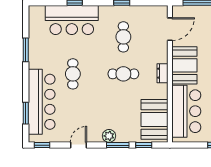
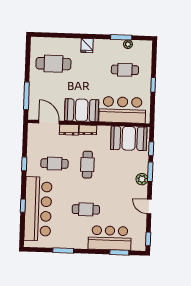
bar counter: (72, 20) -> (38, 209), width x1.36
dresser: (162, 52) -> (69, 130), added
bar counter: (42, 102) -> (110, 238), width x0.73

